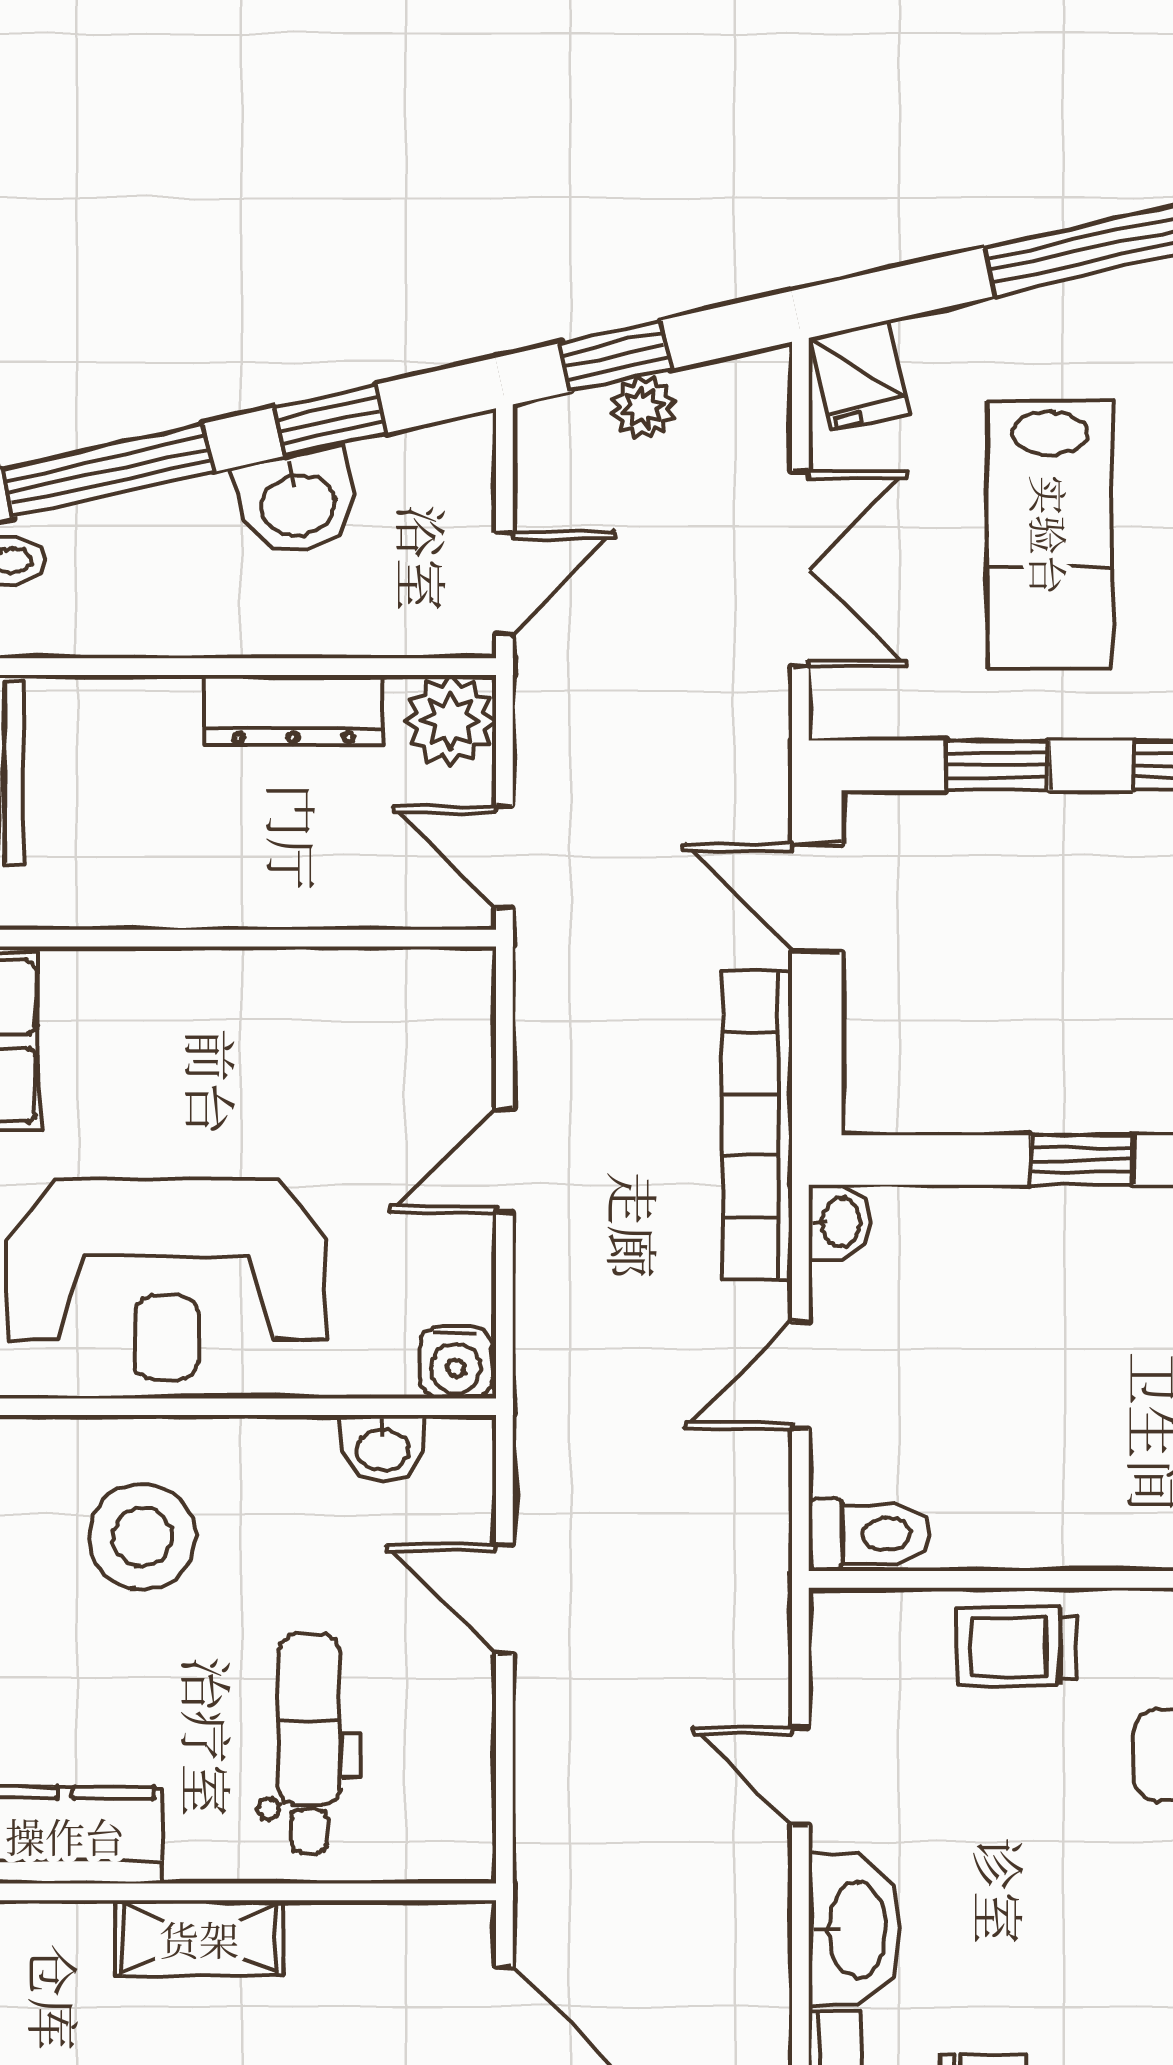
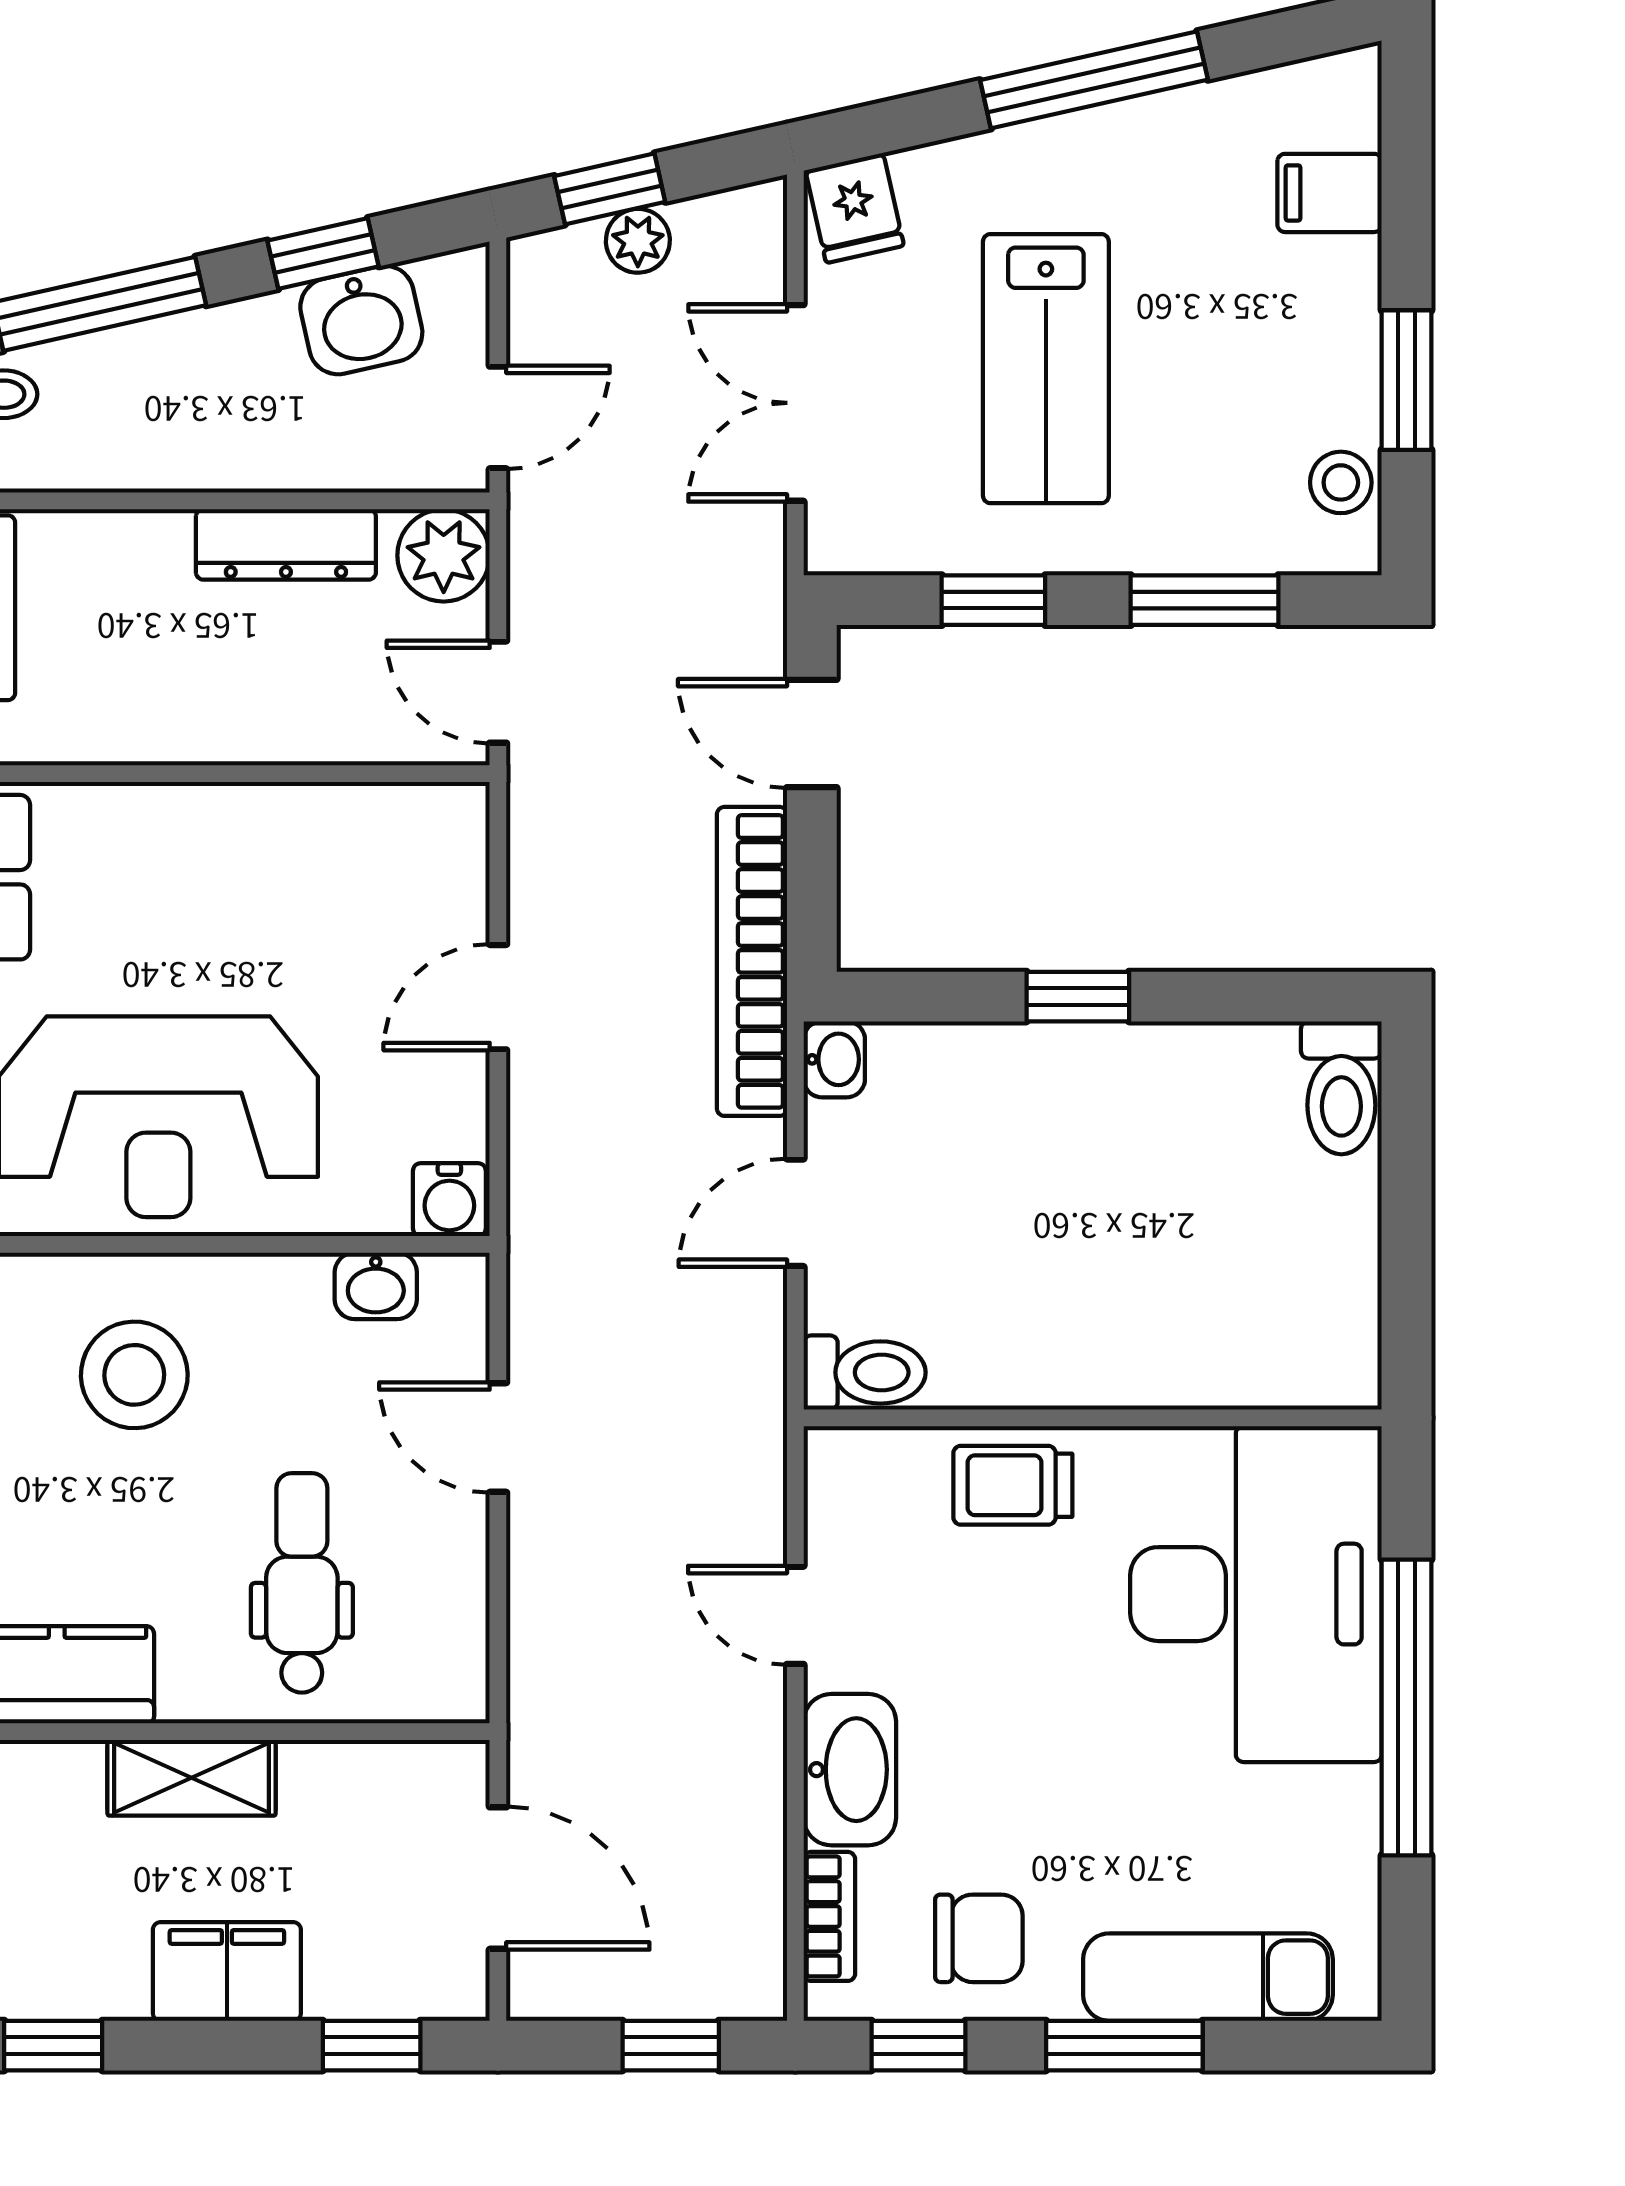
washbasin: (297, 502) -> (361, 320), moved
double door: (800, 569) -> (795, 403), swing flipped

